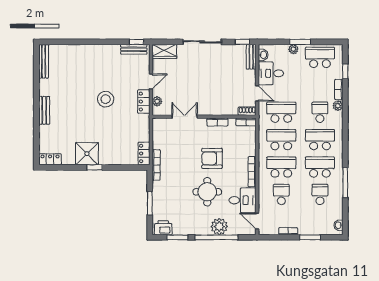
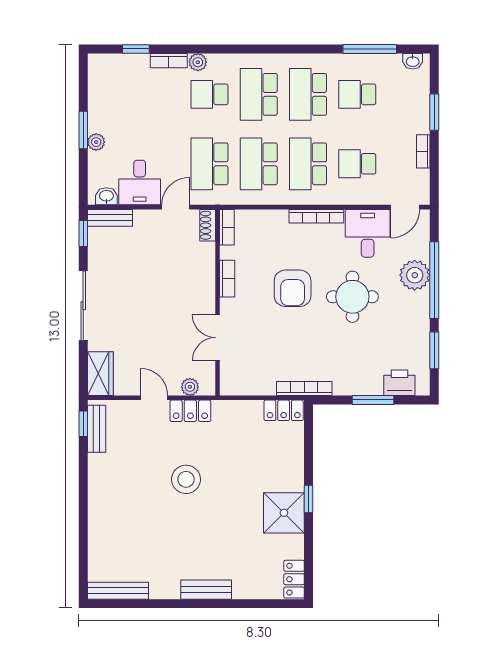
school desk: (320, 57) -> (111, 94), removed
window: (345, 183) -> (370, 49), moved
printer: (163, 228) -> (399, 383), moved, turned 90

